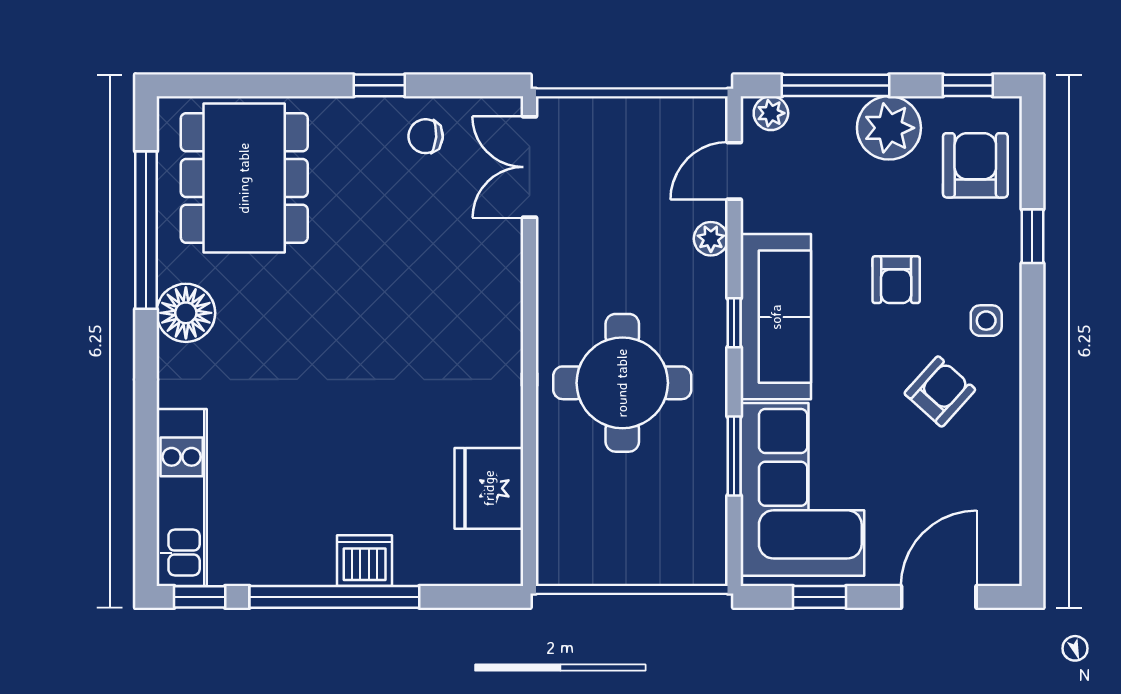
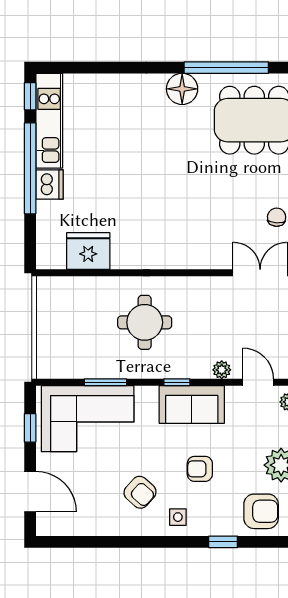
sofa: (776, 317) -> (192, 404), width x0.73
round table: (622, 383) -> (145, 322), width x0.73, depth x0.73
kitchen unit: (182, 498) -> (49, 121), moved, turned -90

